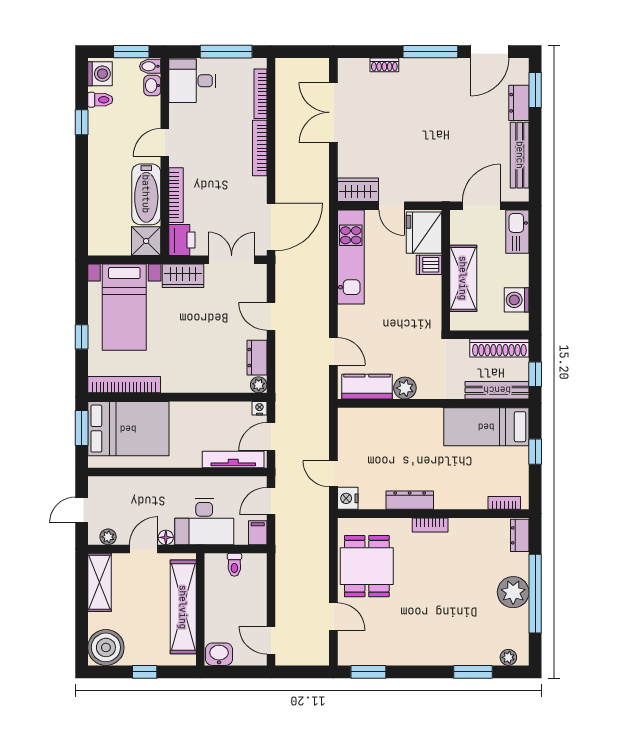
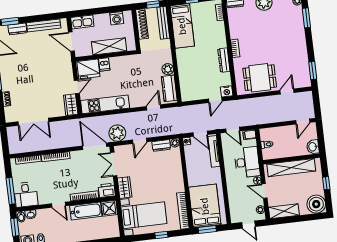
window: (226, 52) -> (11, 191), moved
plant: (291, 274) -> (117, 133), added

